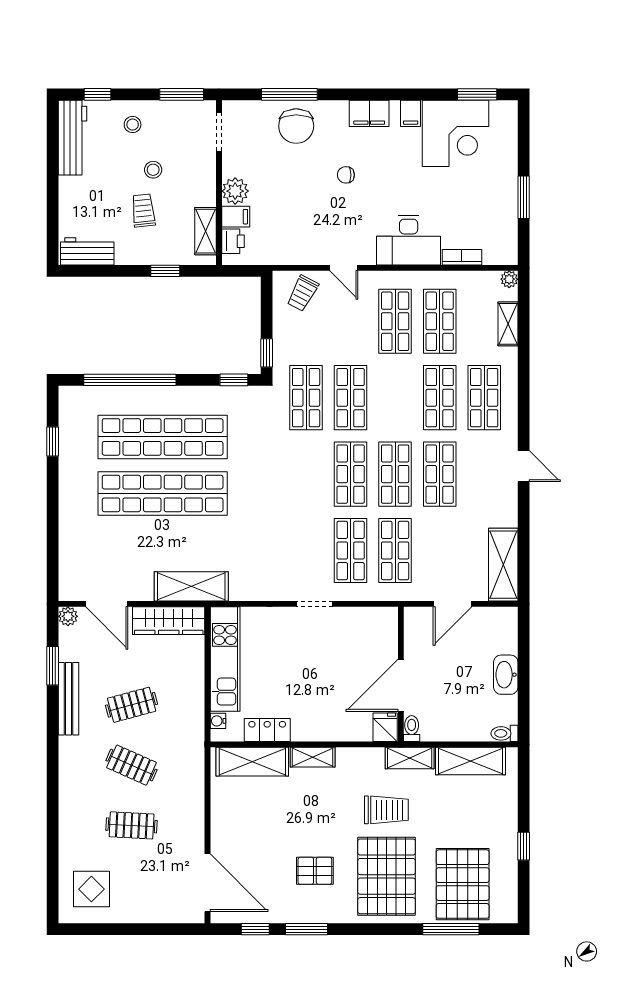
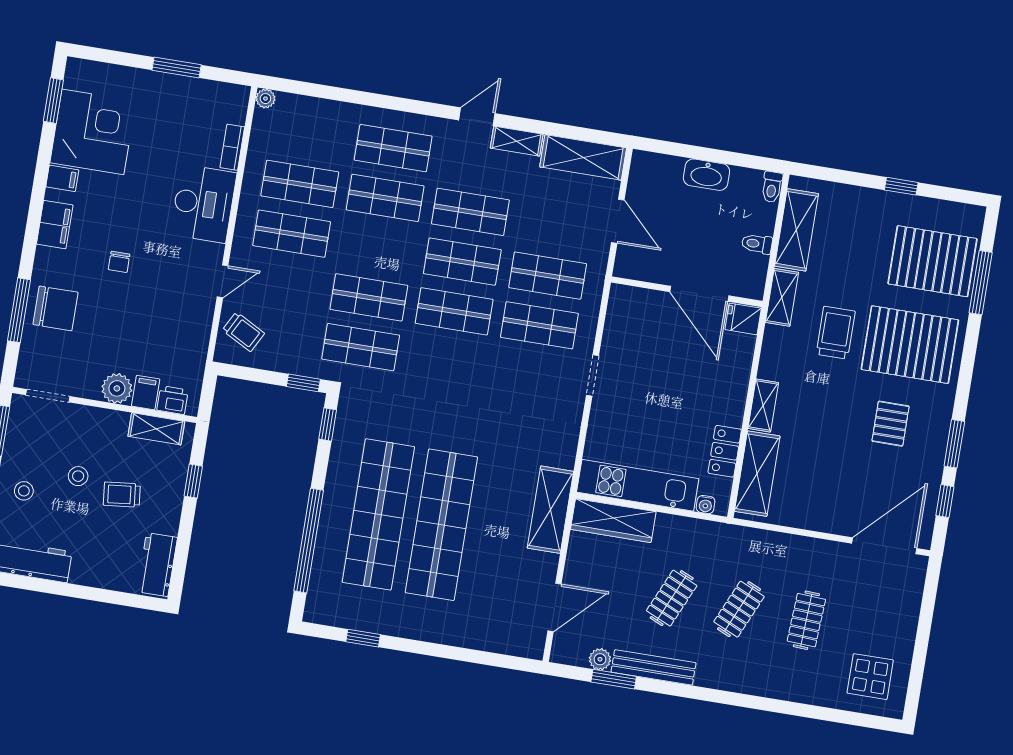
shelving: (508, 324) -> (517, 141), moved
plant: (68, 616) -> (600, 659), moved
wardrobe: (169, 621) -> (613, 521), moved, turned 90
clothes rail: (132, 705) -> (672, 598), turned 39
toilet: (412, 729) -> (757, 244), moved

